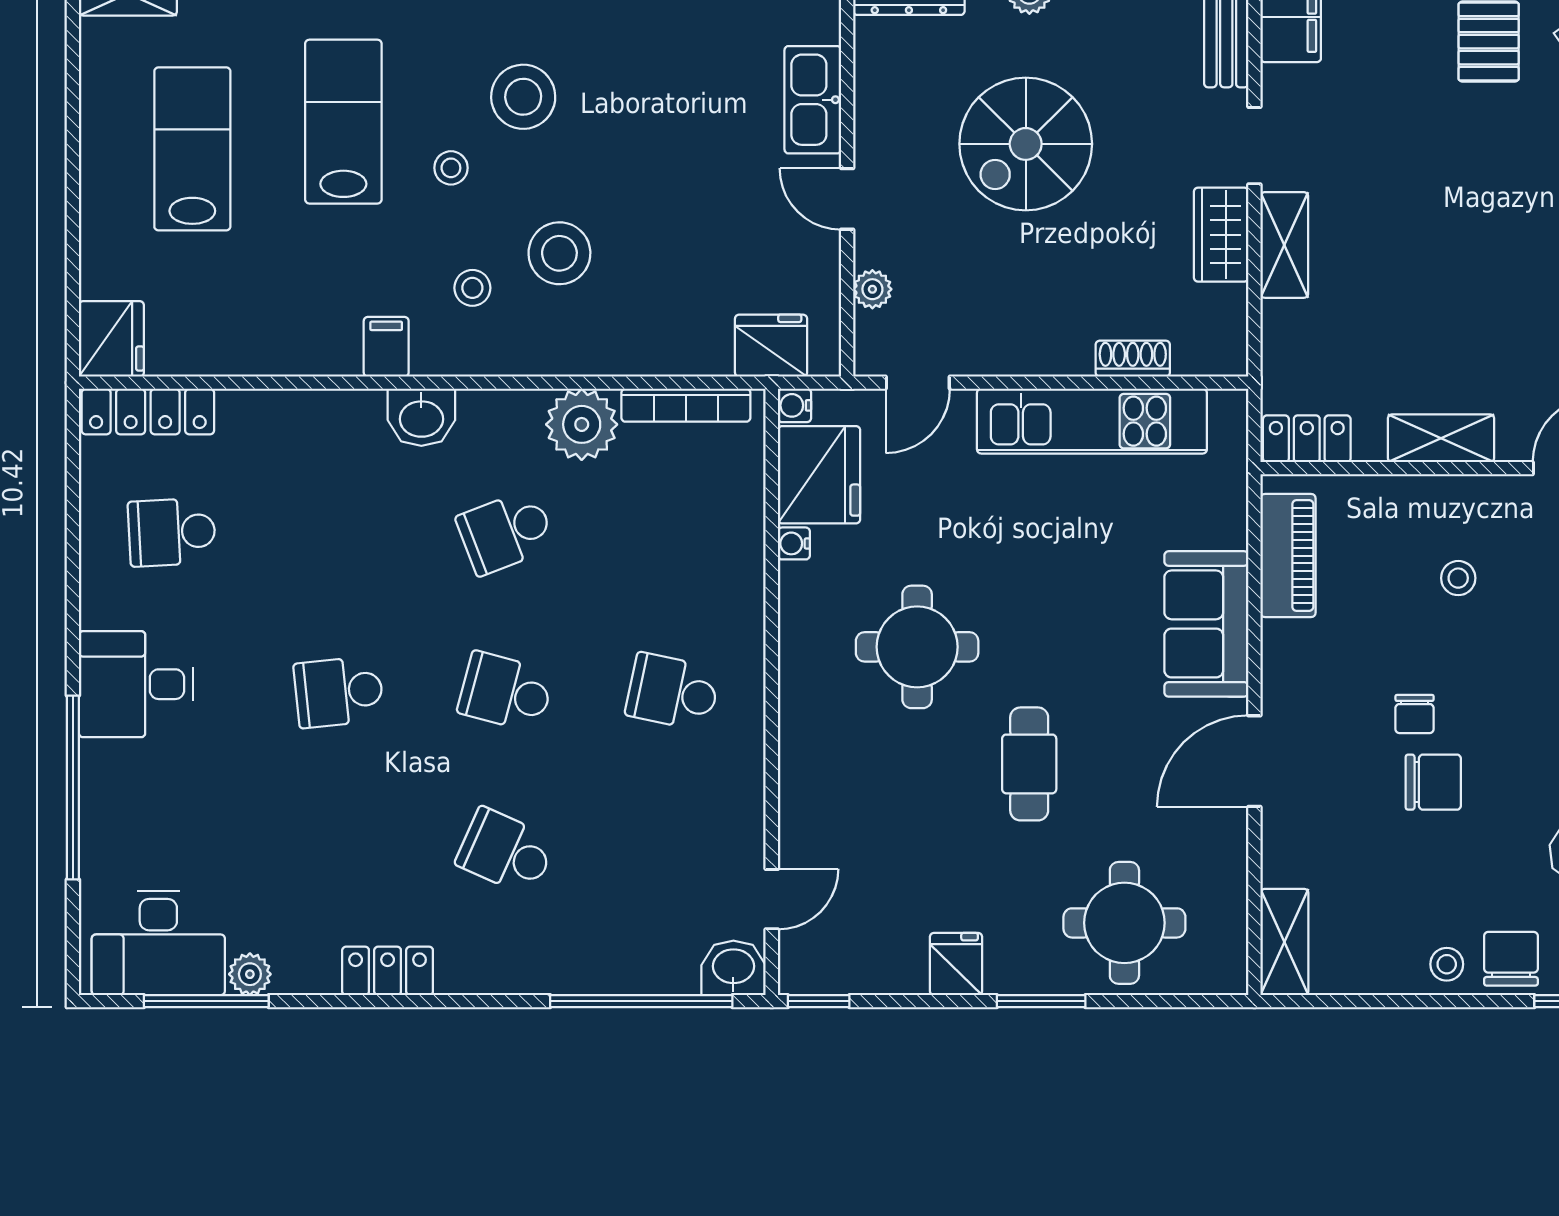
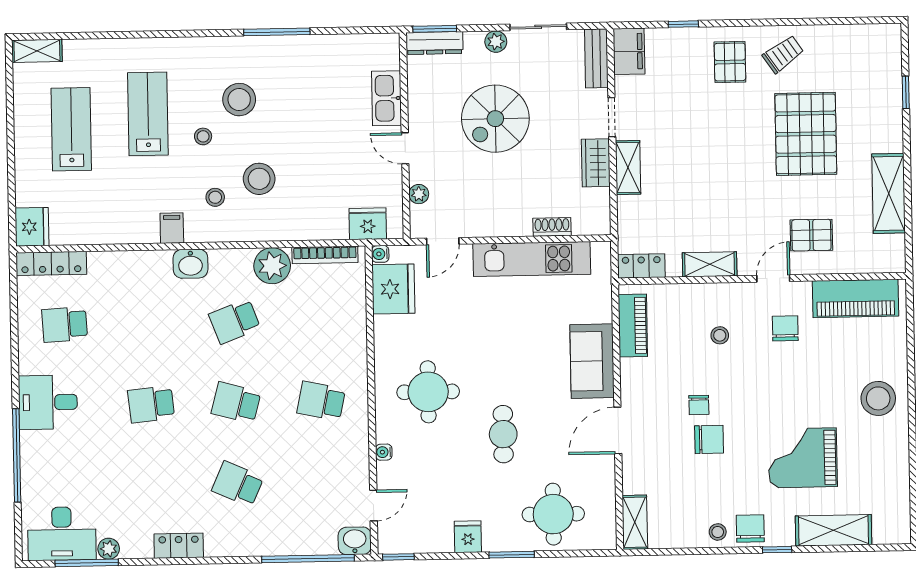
water cooler: (794, 543) -> (384, 452), moved
round table: (917, 647) -> (428, 392), moved

